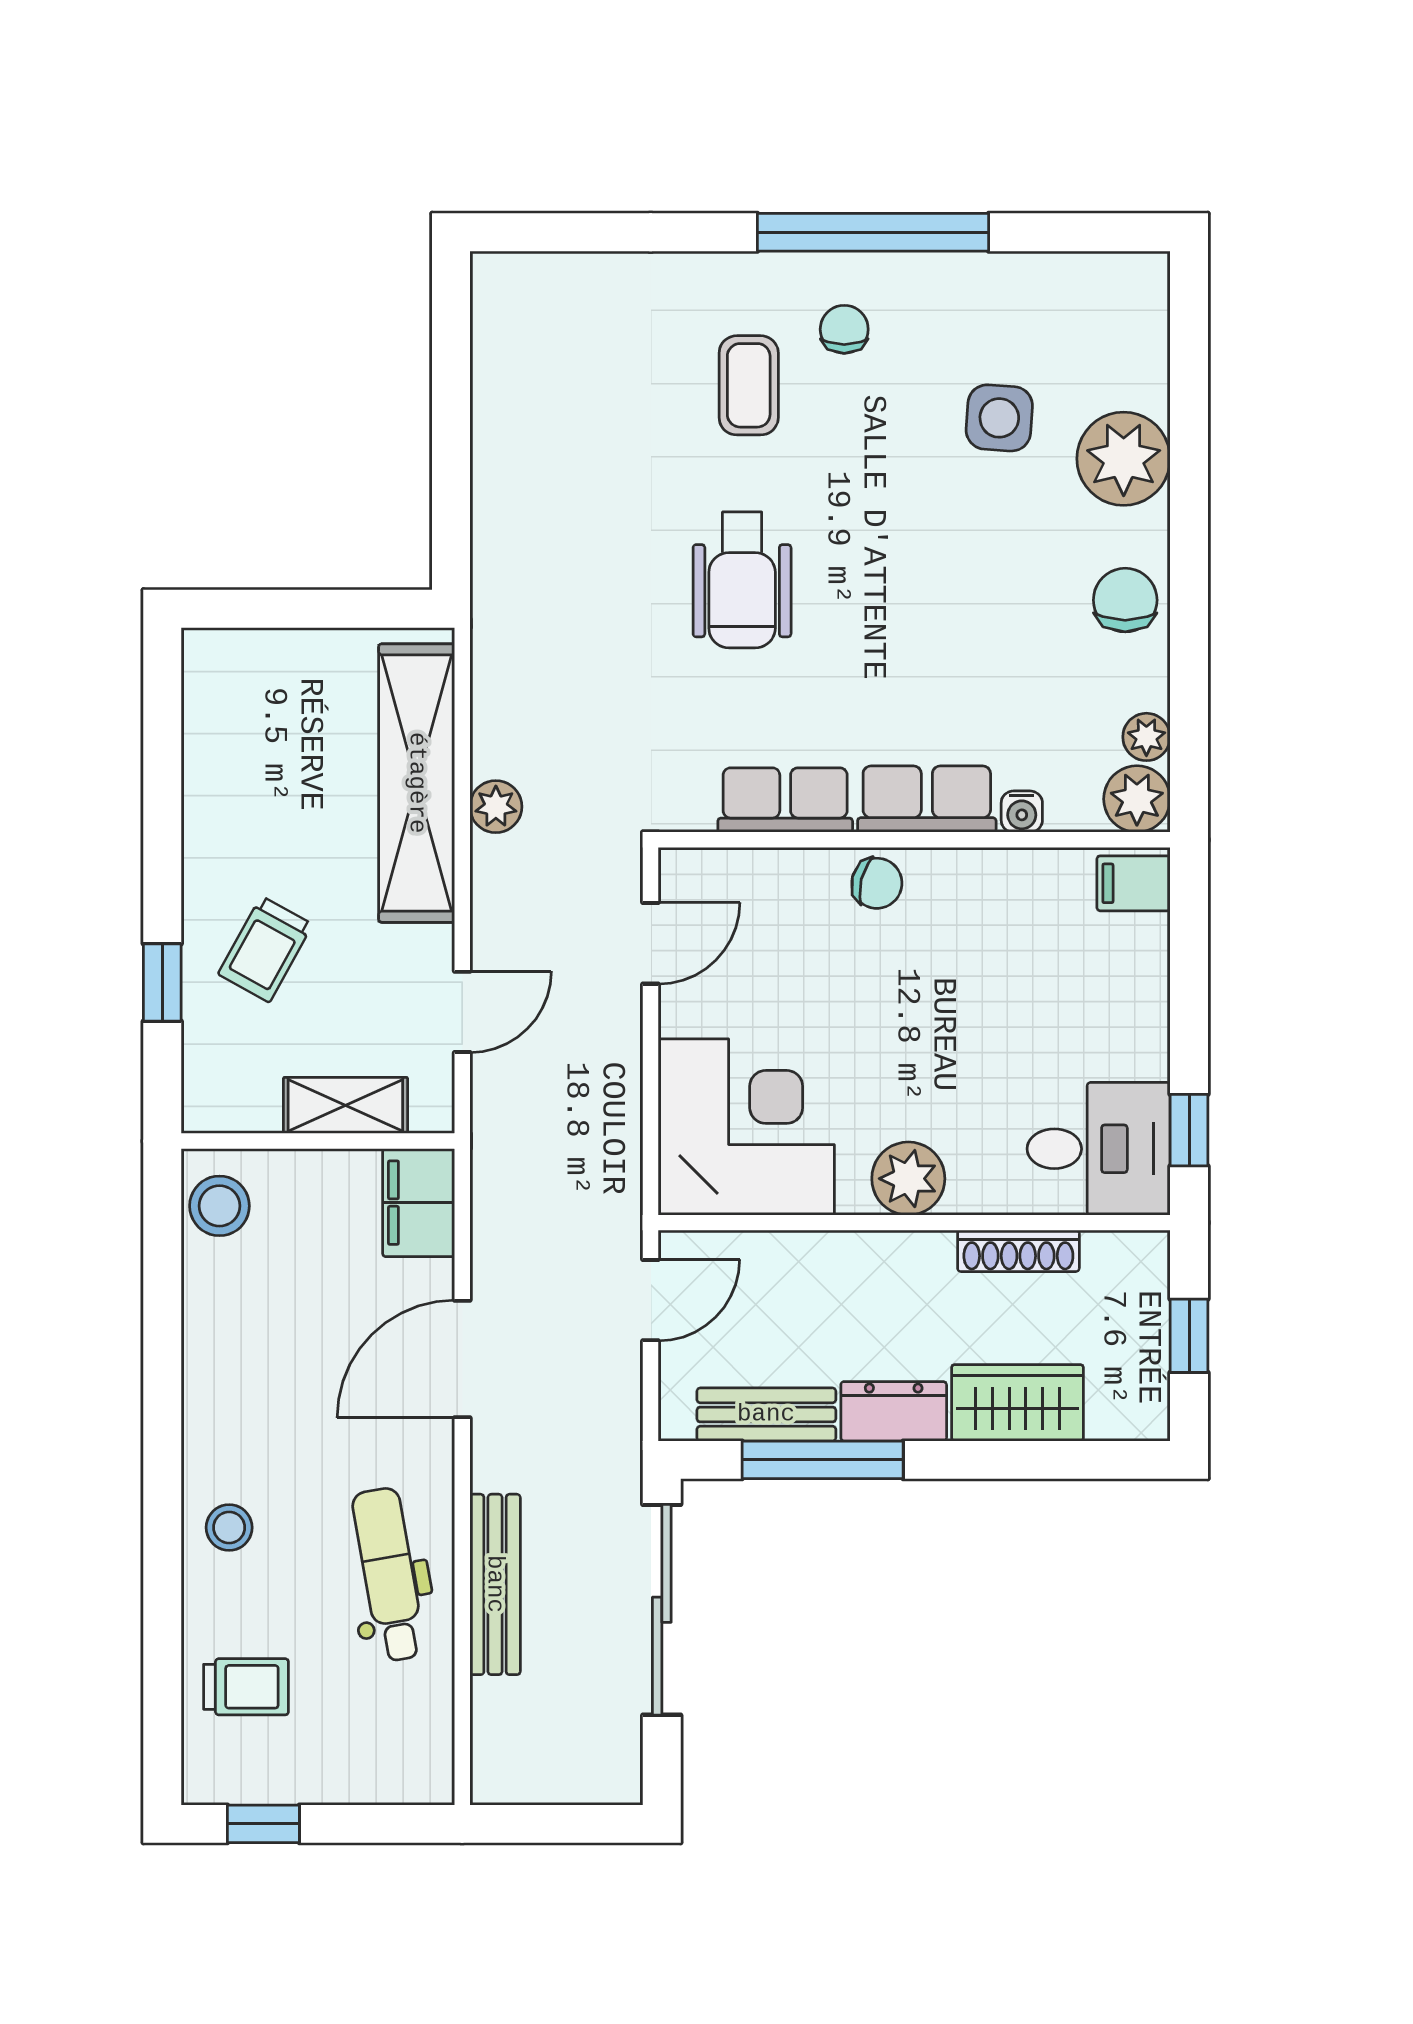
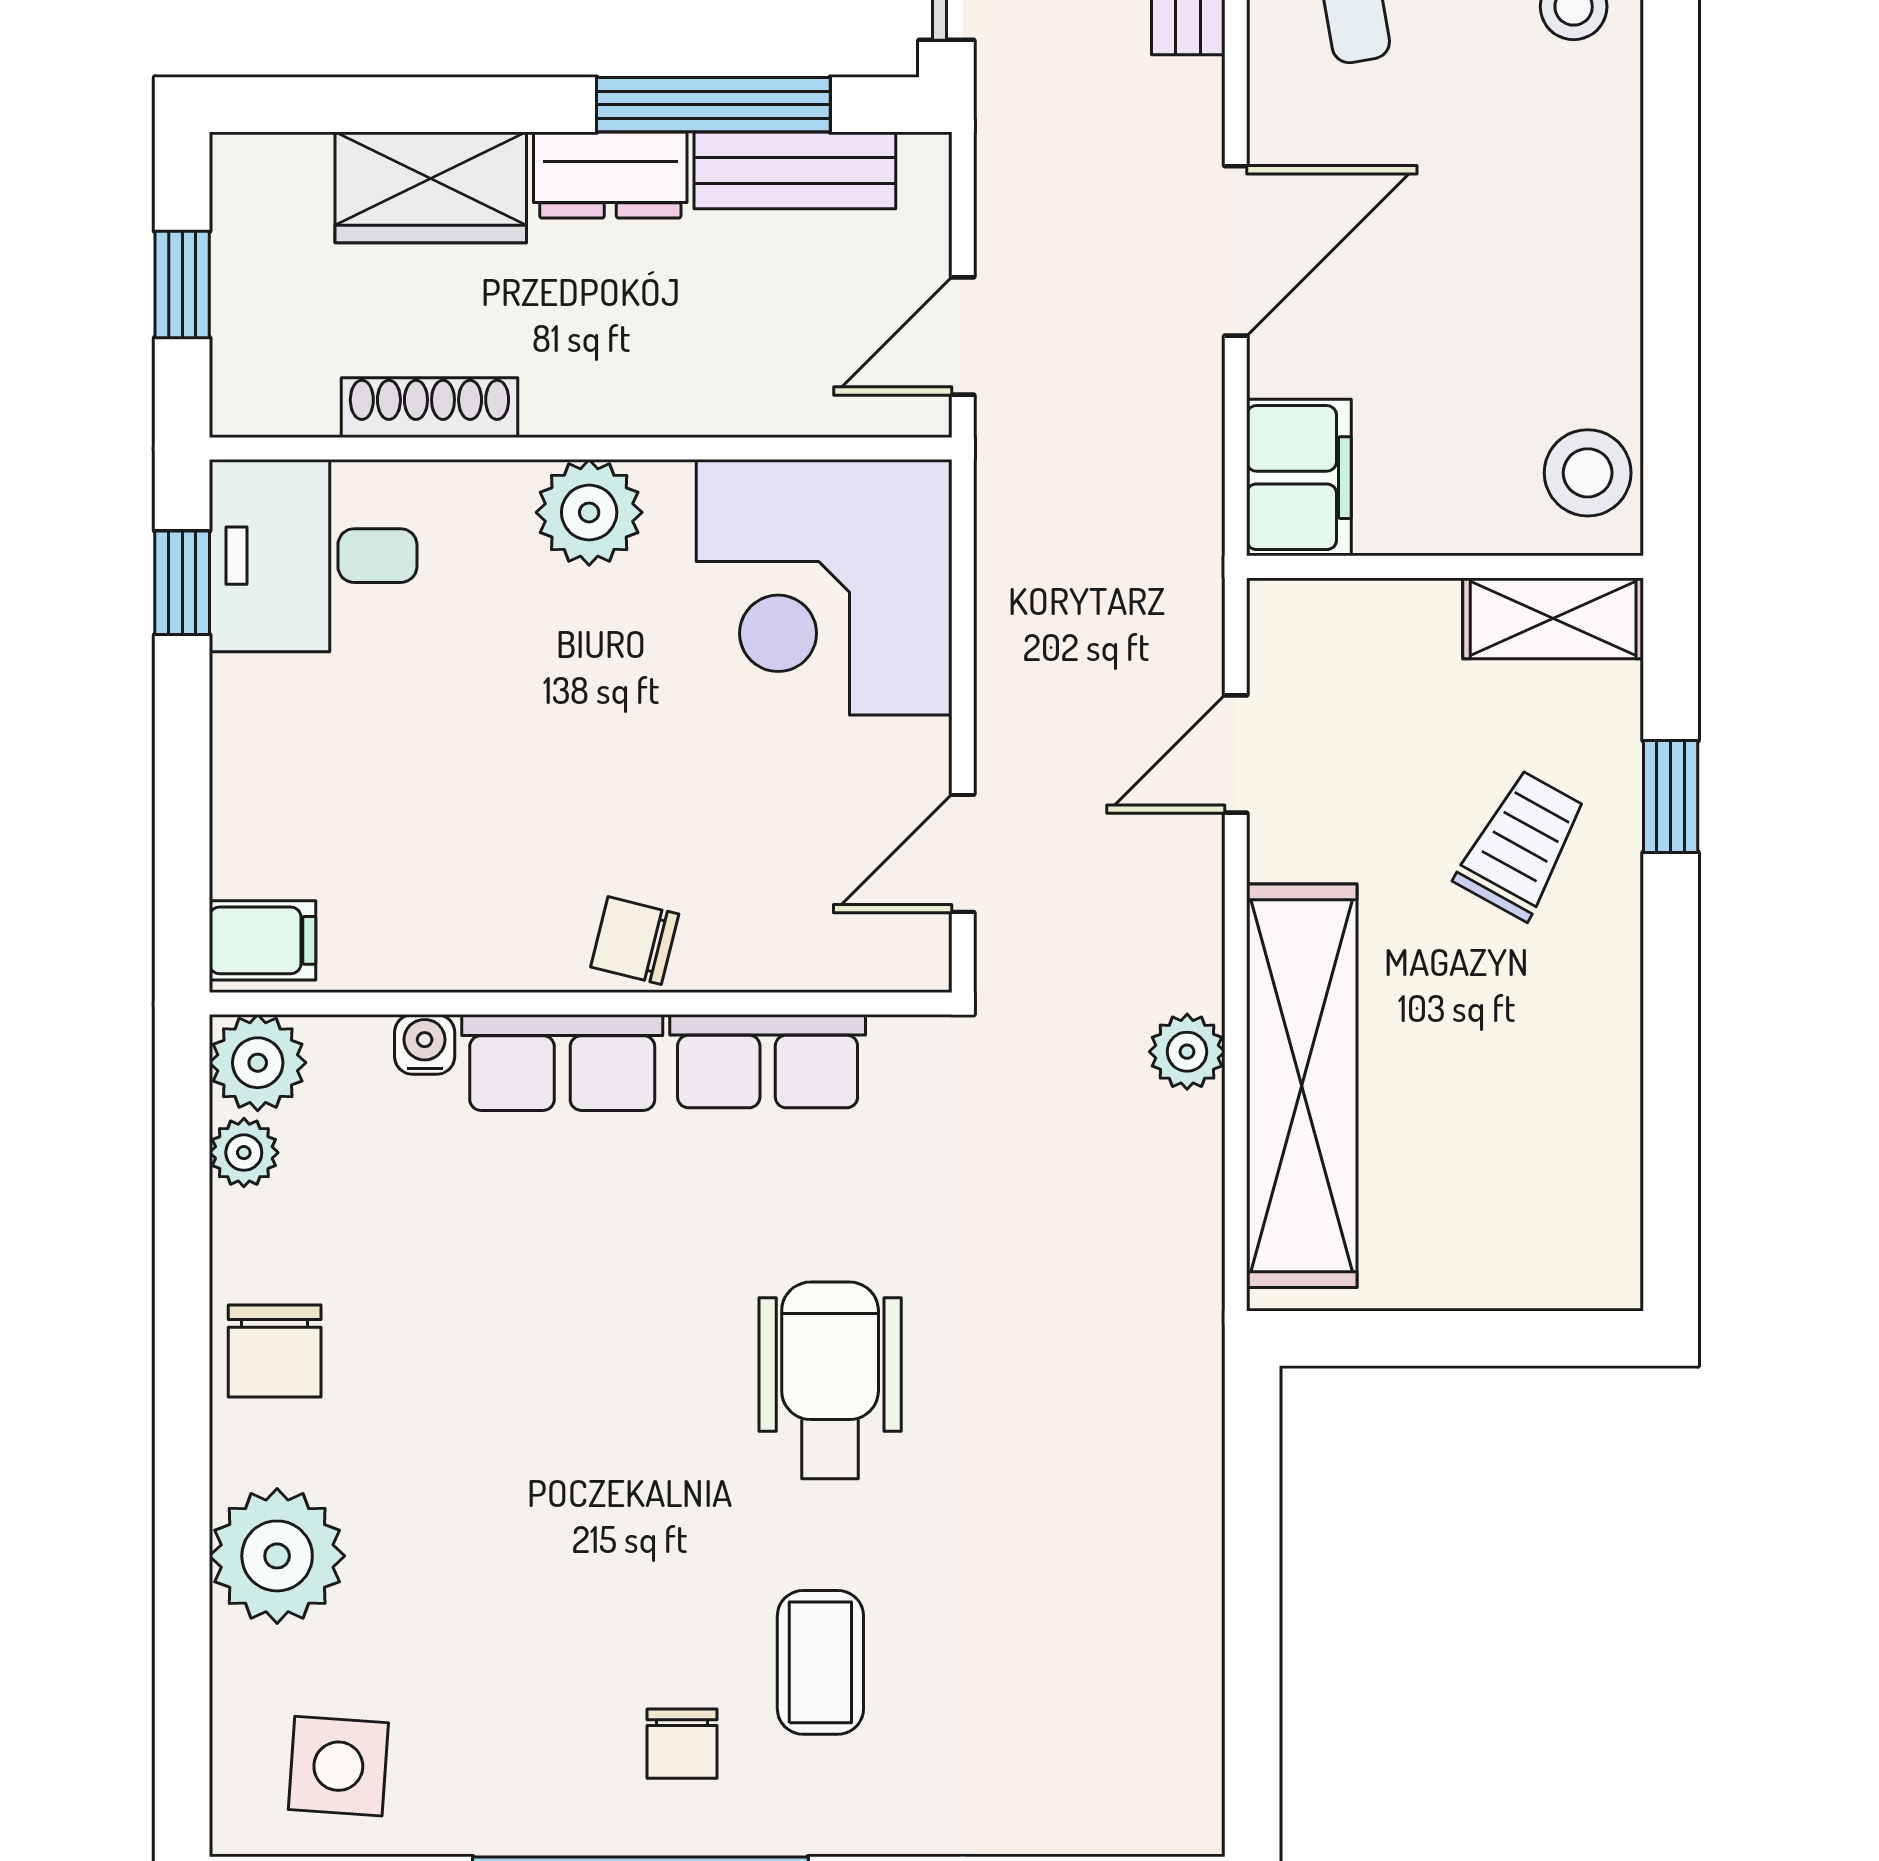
side table: (999, 418) -> (338, 1766), moved
shelving: (345, 1105) -> (1553, 618), moved

